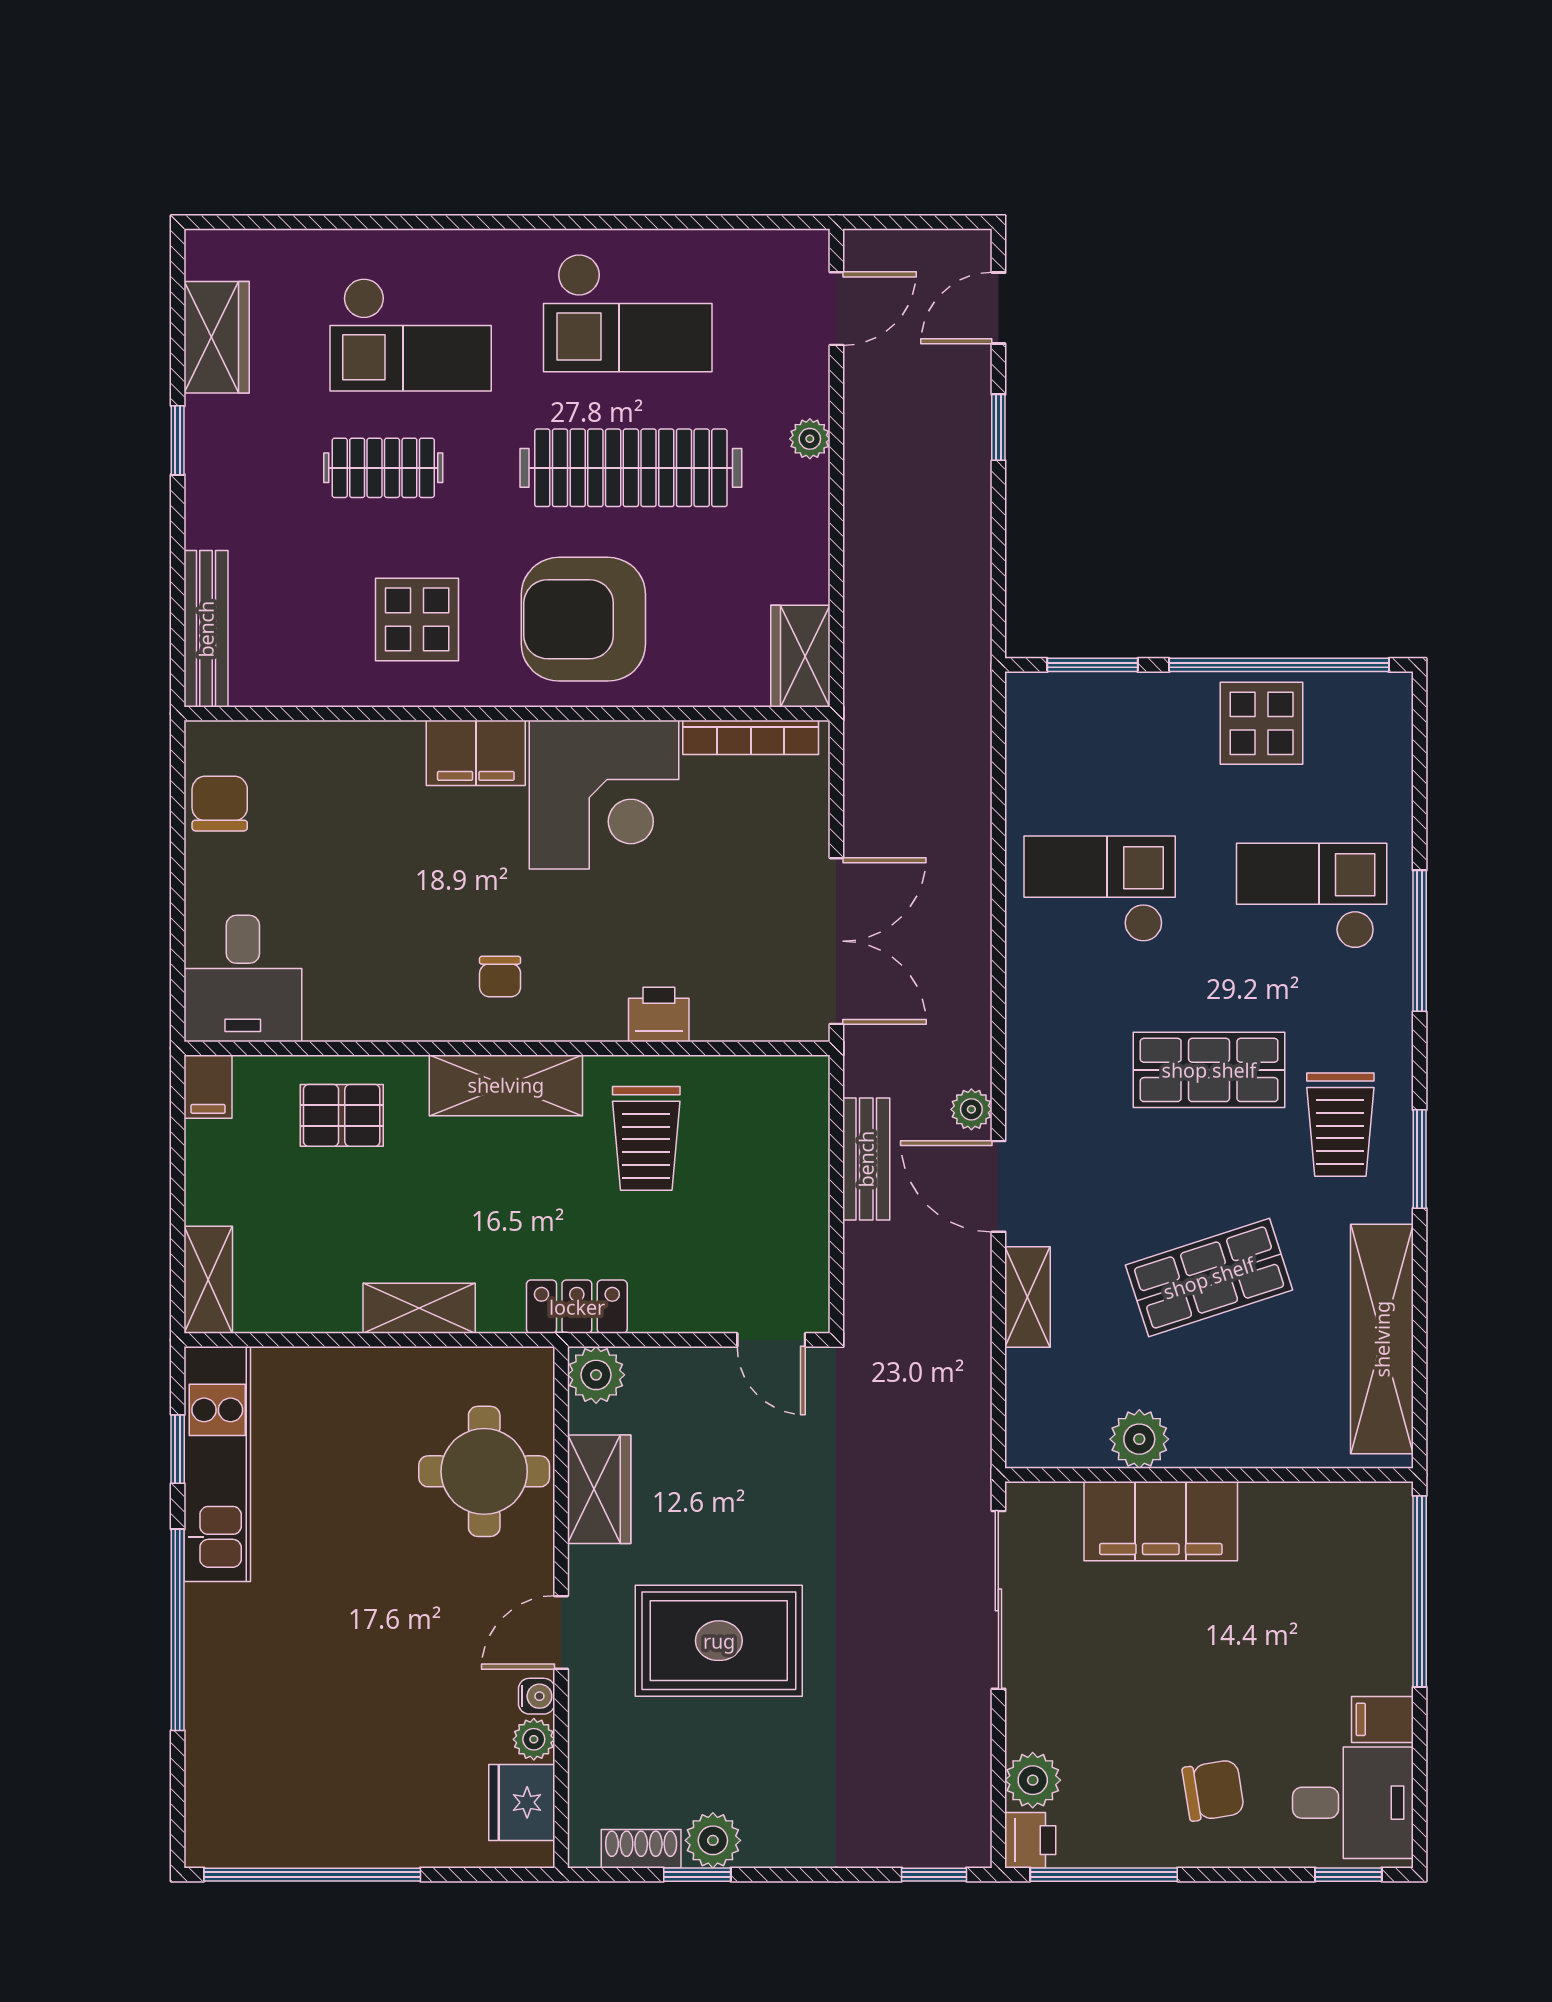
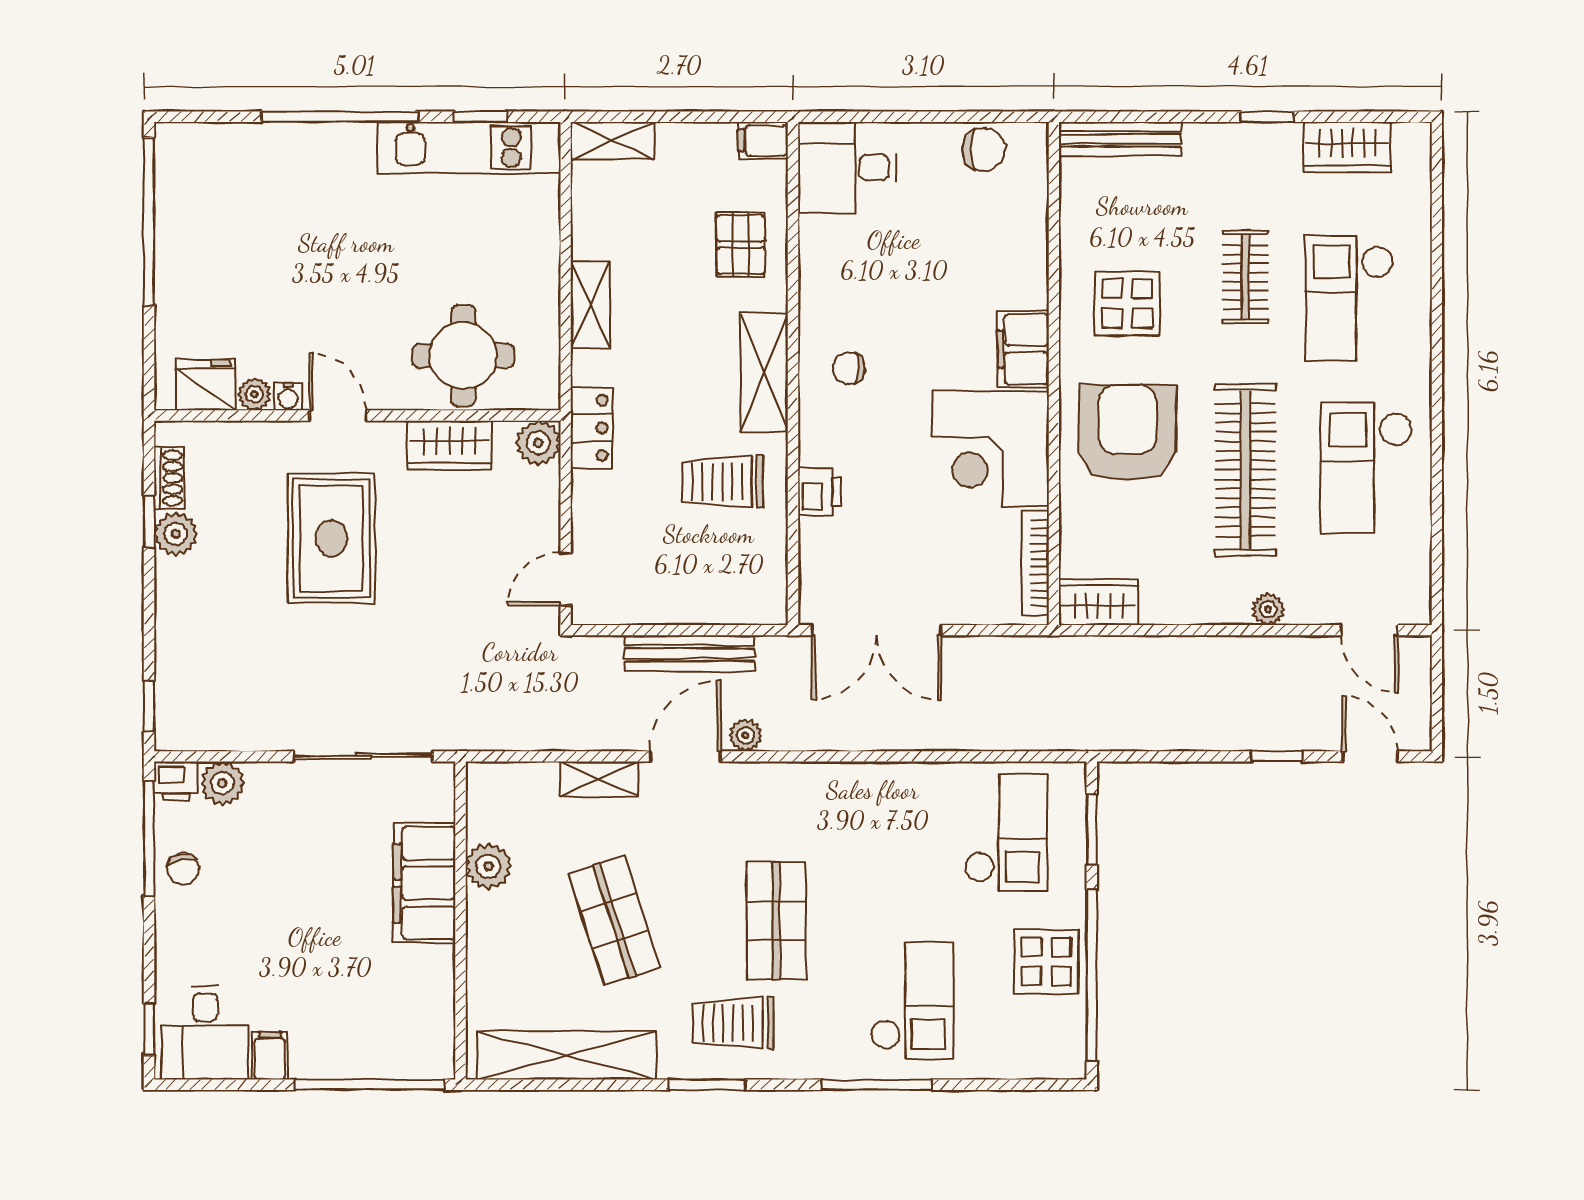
checkout: (1100, 889) -> (1006, 833), moved
bench: (866, 1159) -> (689, 653), width x1.36
chair: (1213, 1790) -> (183, 869), moved, width x0.73, depth x0.73

